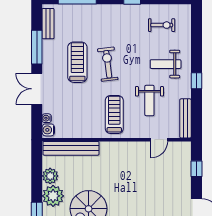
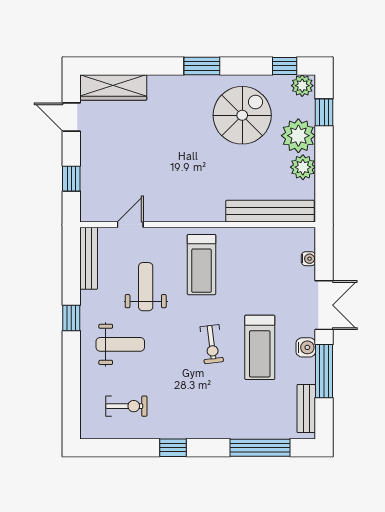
exercise bike: (162, 25) -> (126, 406), turned 180
exercise bike: (108, 64) -> (212, 344), width x0.73, depth x0.72
water cooler: (48, 130) -> (306, 347), moved

